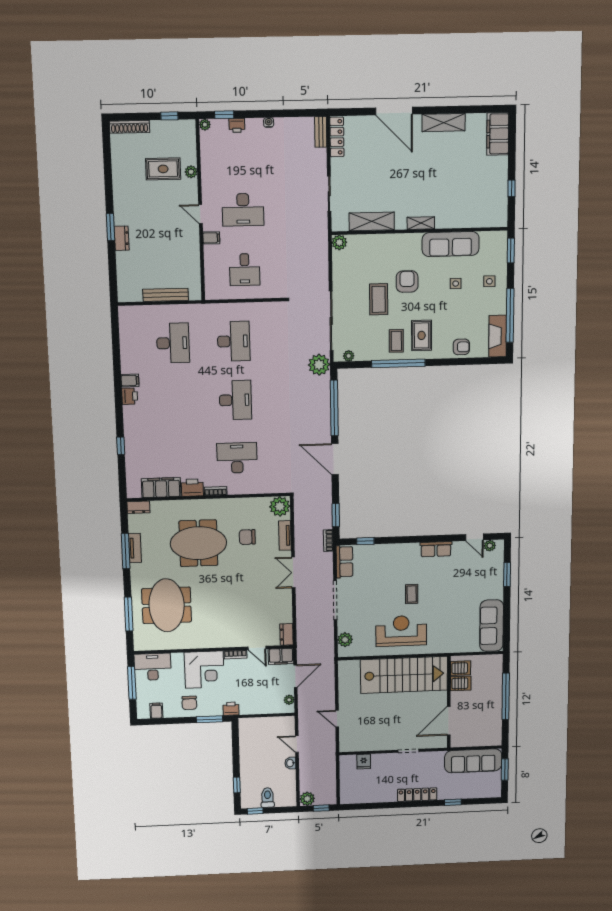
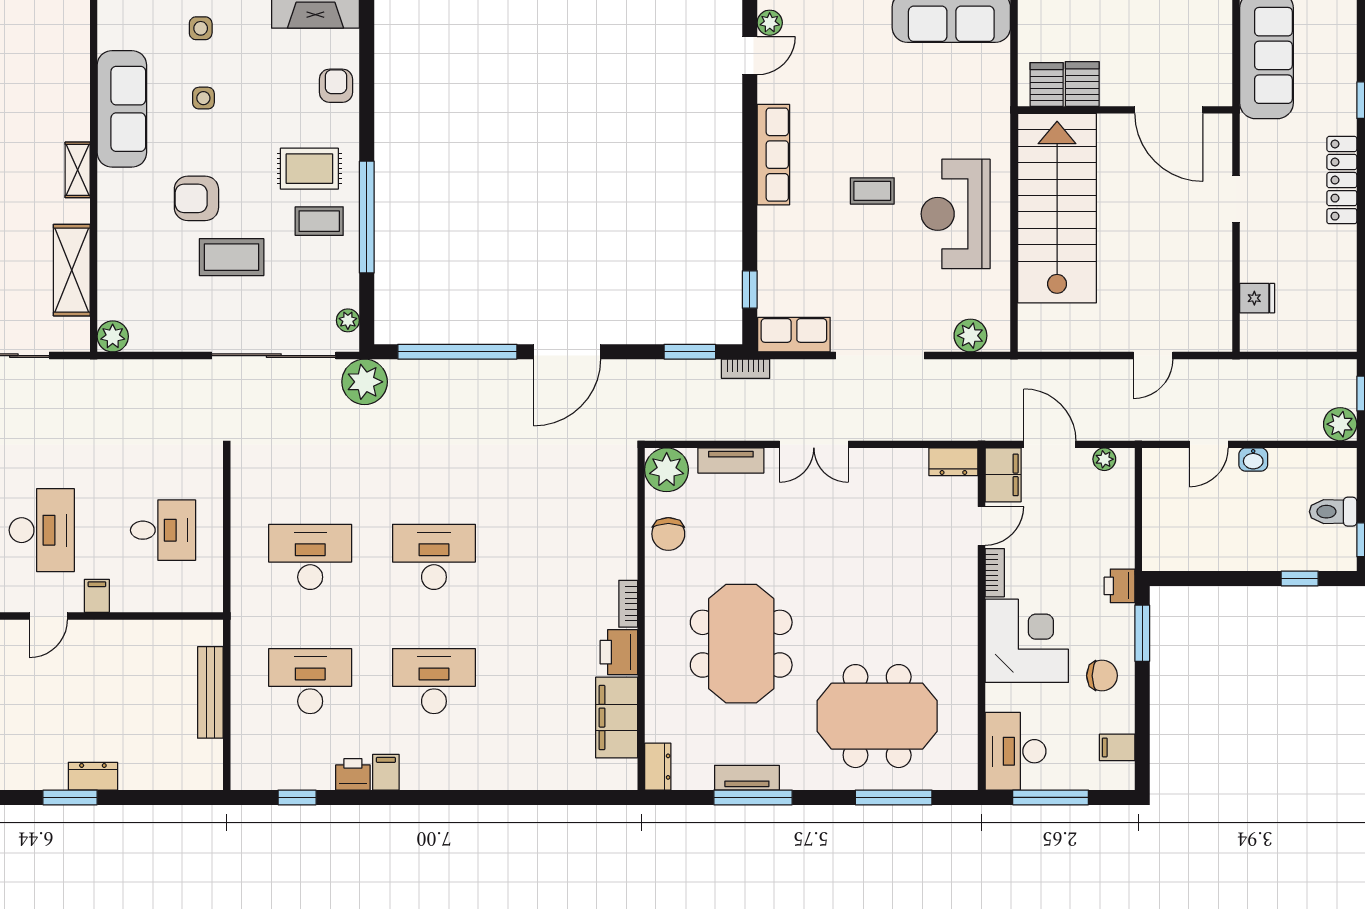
printer: (130, 396) -> (353, 774), moved
window: (121, 446) -> (297, 797), moved
desk: (237, 458) -> (434, 681), moved, turned 90
chair: (247, 537) -> (668, 534), moved
row of seats: (436, 549) -> (773, 155), width x1.48

